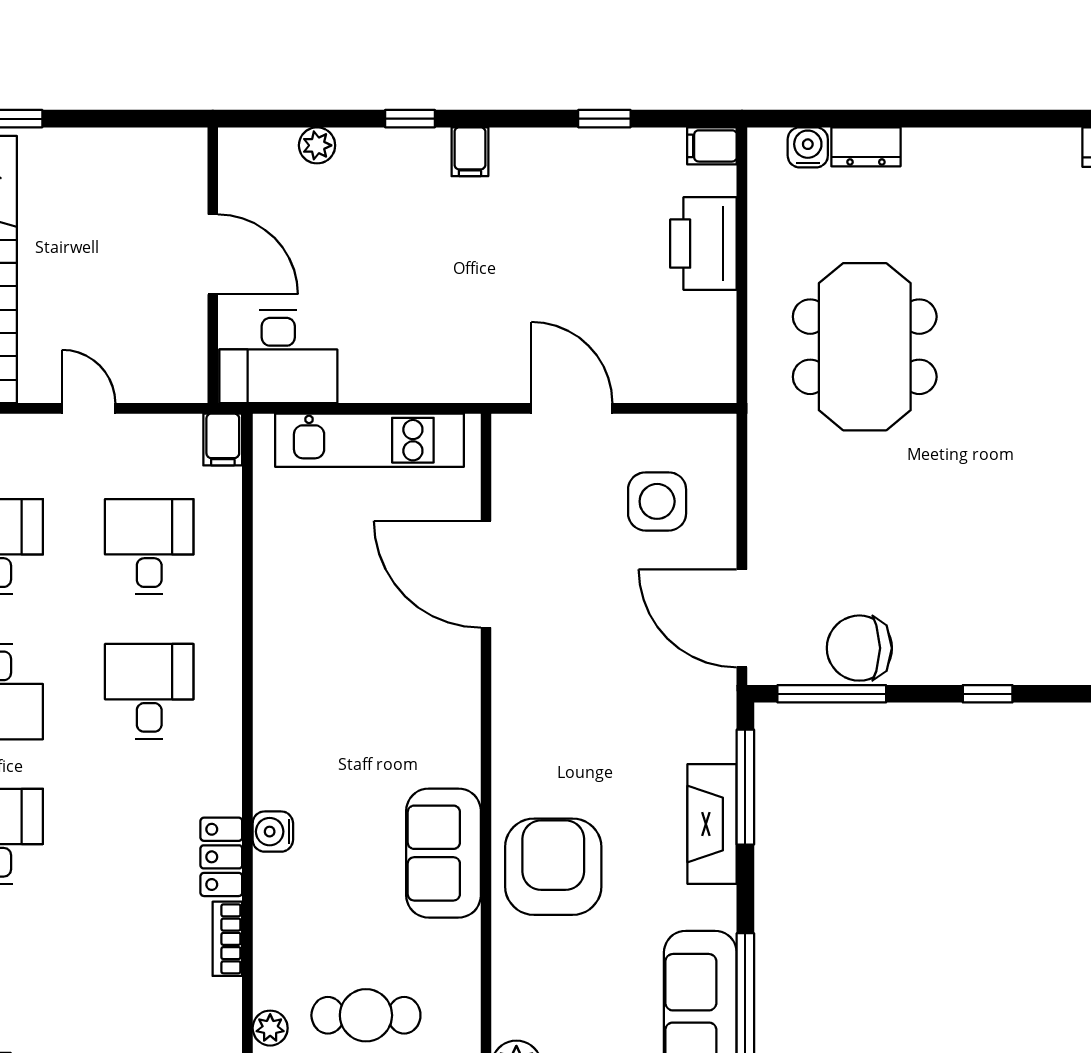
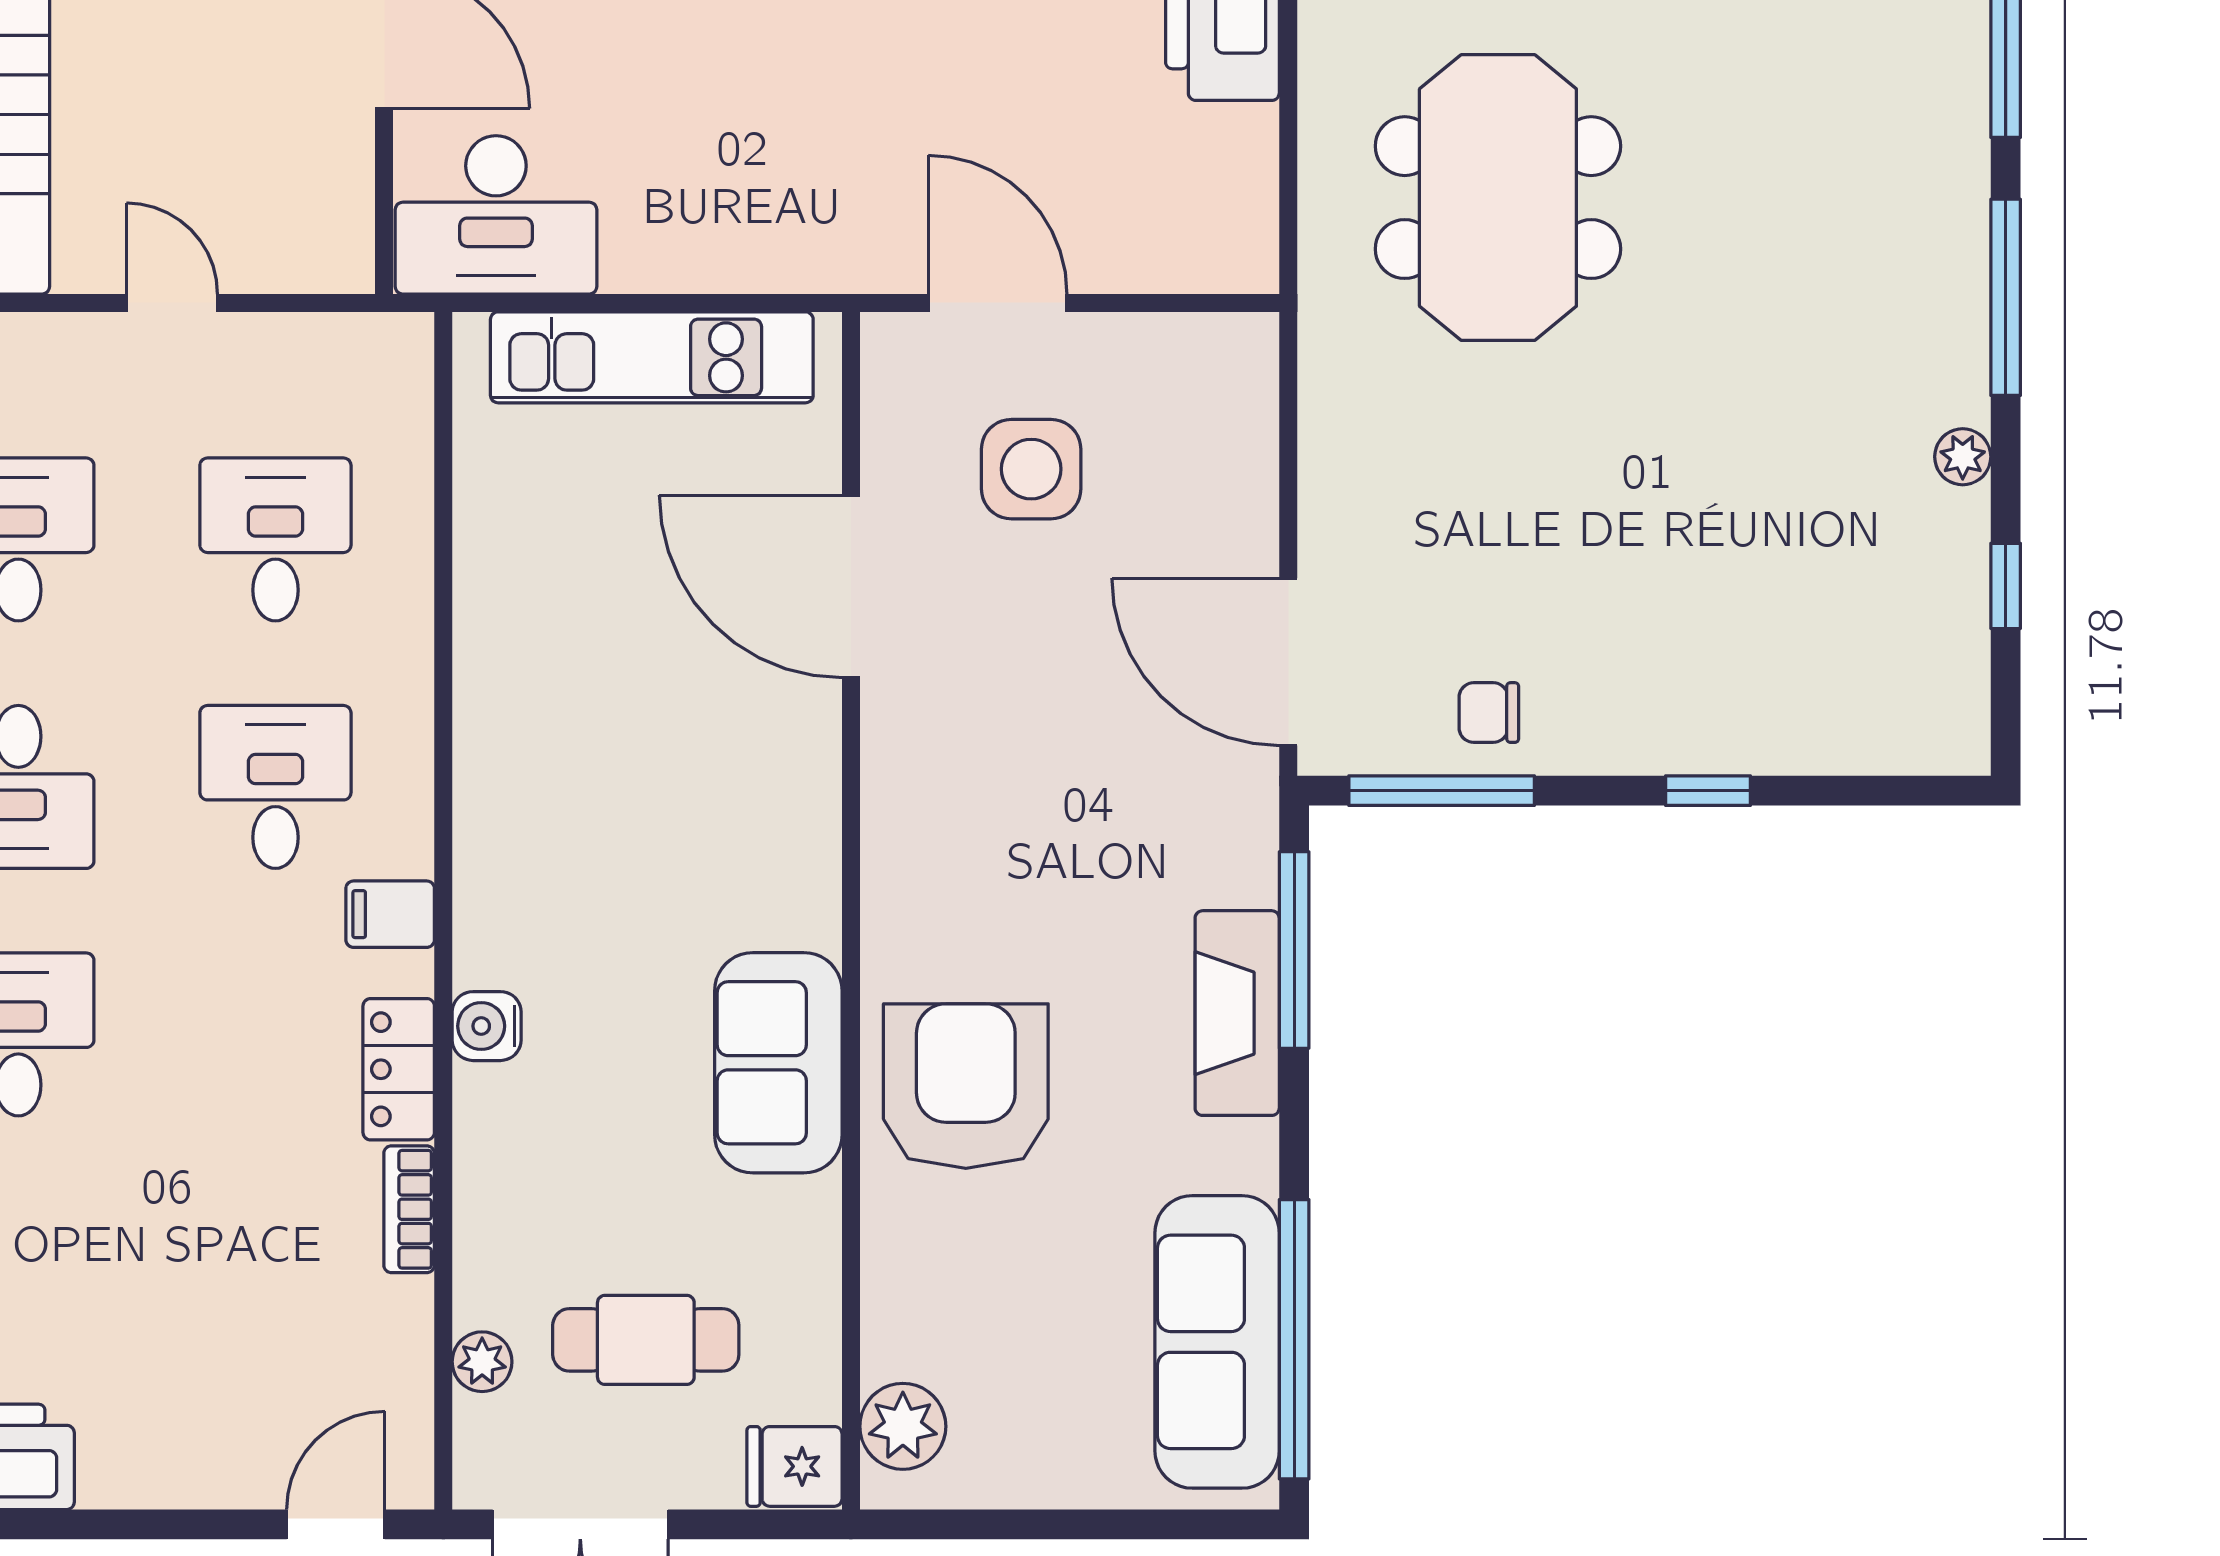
filing cabinet: (223, 439) -> (390, 914), moved, turned 90
side table: (657, 501) -> (1031, 469), moved
chair: (859, 648) -> (1489, 713), width x0.54, depth x0.54

